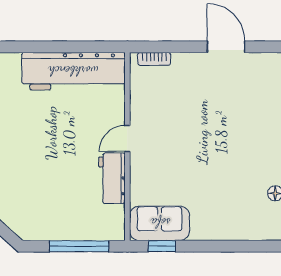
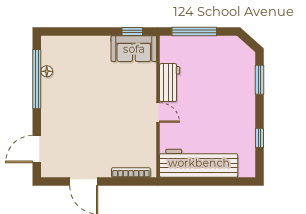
bookcase: (154, 59) -> (131, 172), width x1.56
door: (127, 139) -> (158, 112), hinge flipped

